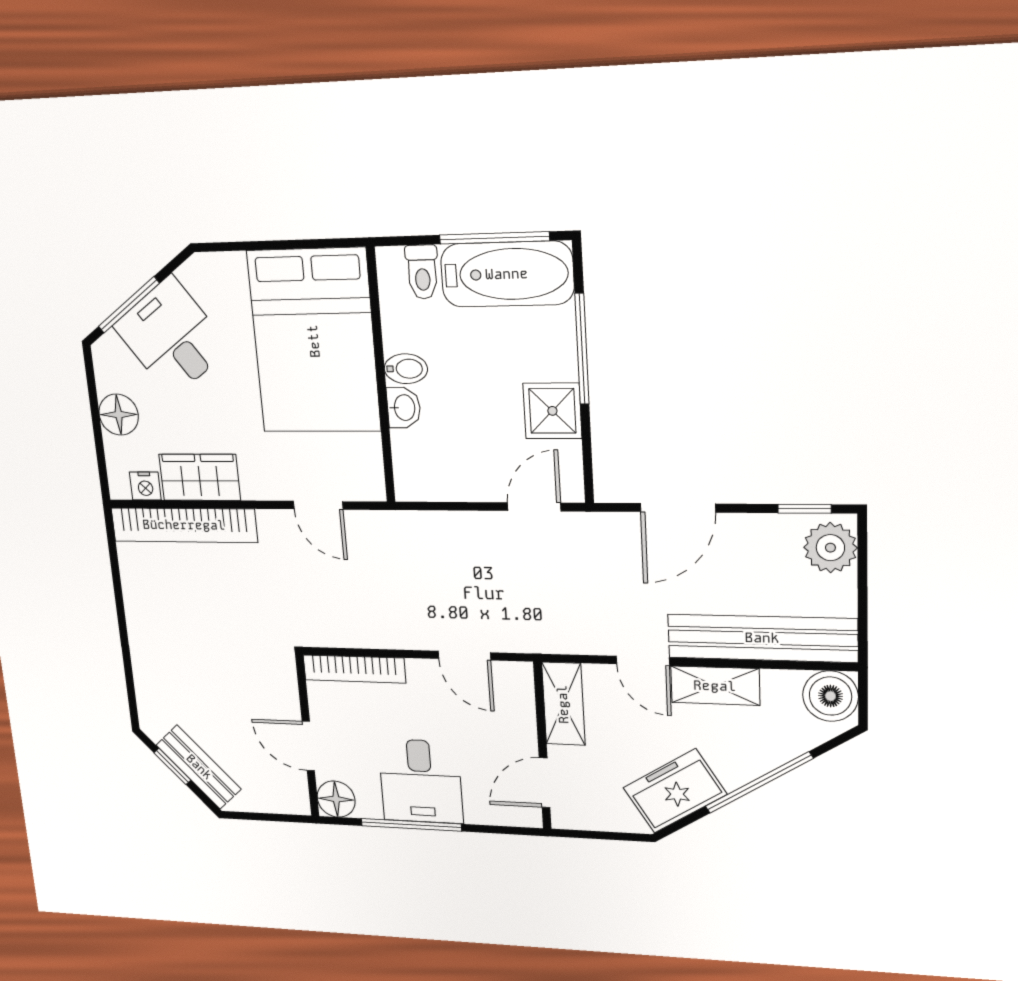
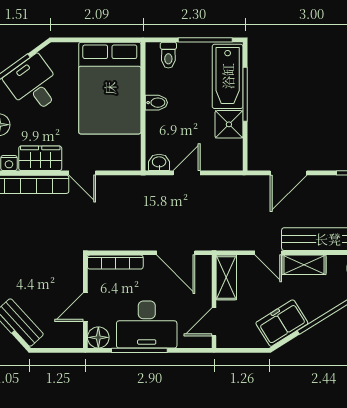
bathtub: (507, 274) -> (228, 76), moved, turned 90
washbasin: (404, 408) -> (159, 162), moved, turned -90
door: (318, 505) -> (82, 173), moved
door: (534, 507) -> (187, 173), moved
door: (464, 656) -> (176, 253), width x1.38
door: (308, 746) -> (85, 307), hinge flipped
desk: (421, 781) -> (147, 325), width x1.37

